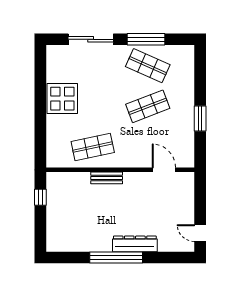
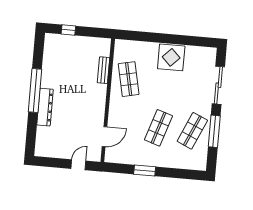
shop shelf: (148, 106) -> (158, 128), turned 39
bench: (107, 178) -> (103, 70), moved
window: (40, 197) -> (68, 30), moved
door: (200, 233) -> (78, 165), moved

